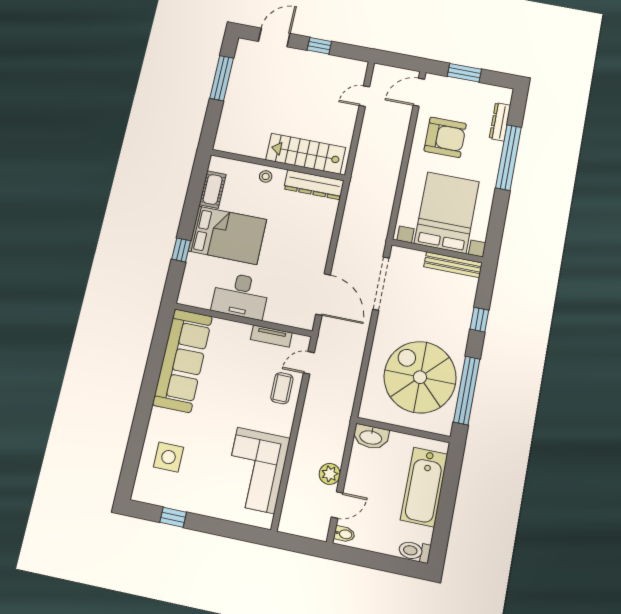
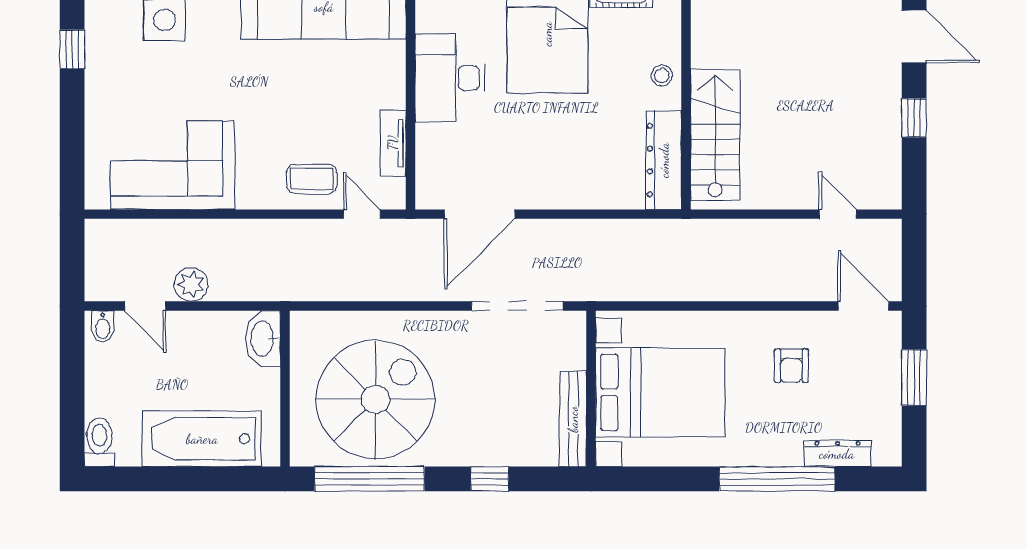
armchair: (445, 137) -> (791, 366), width x0.53, depth x0.53

